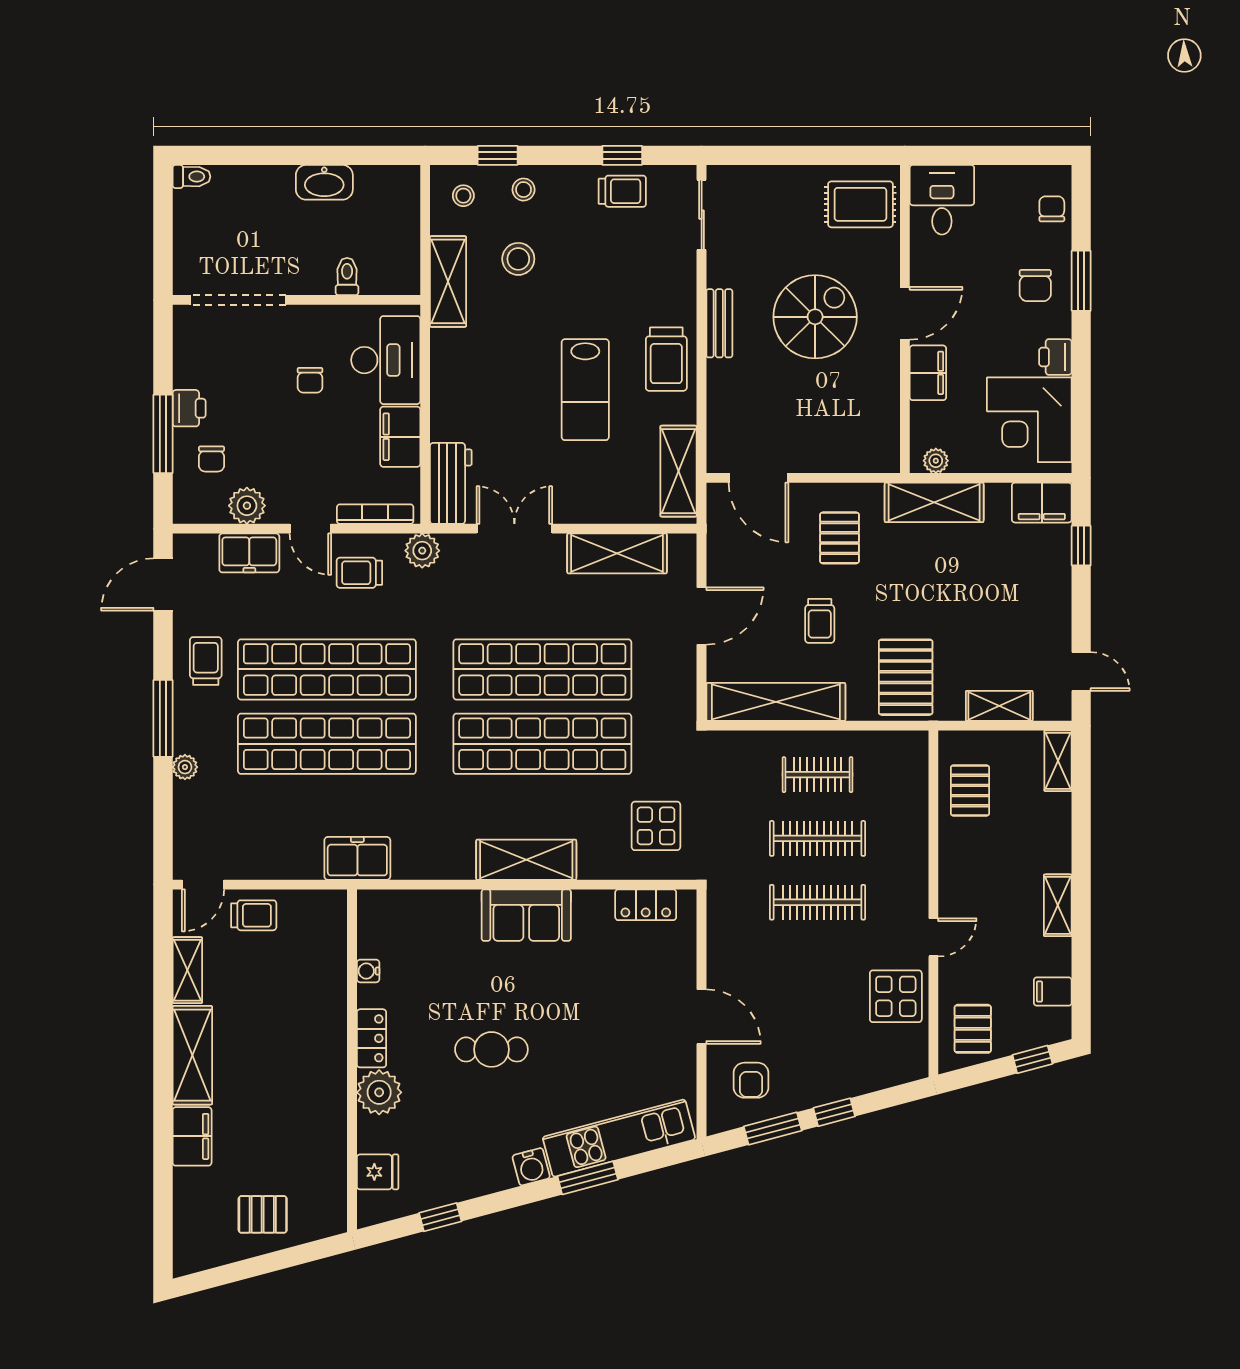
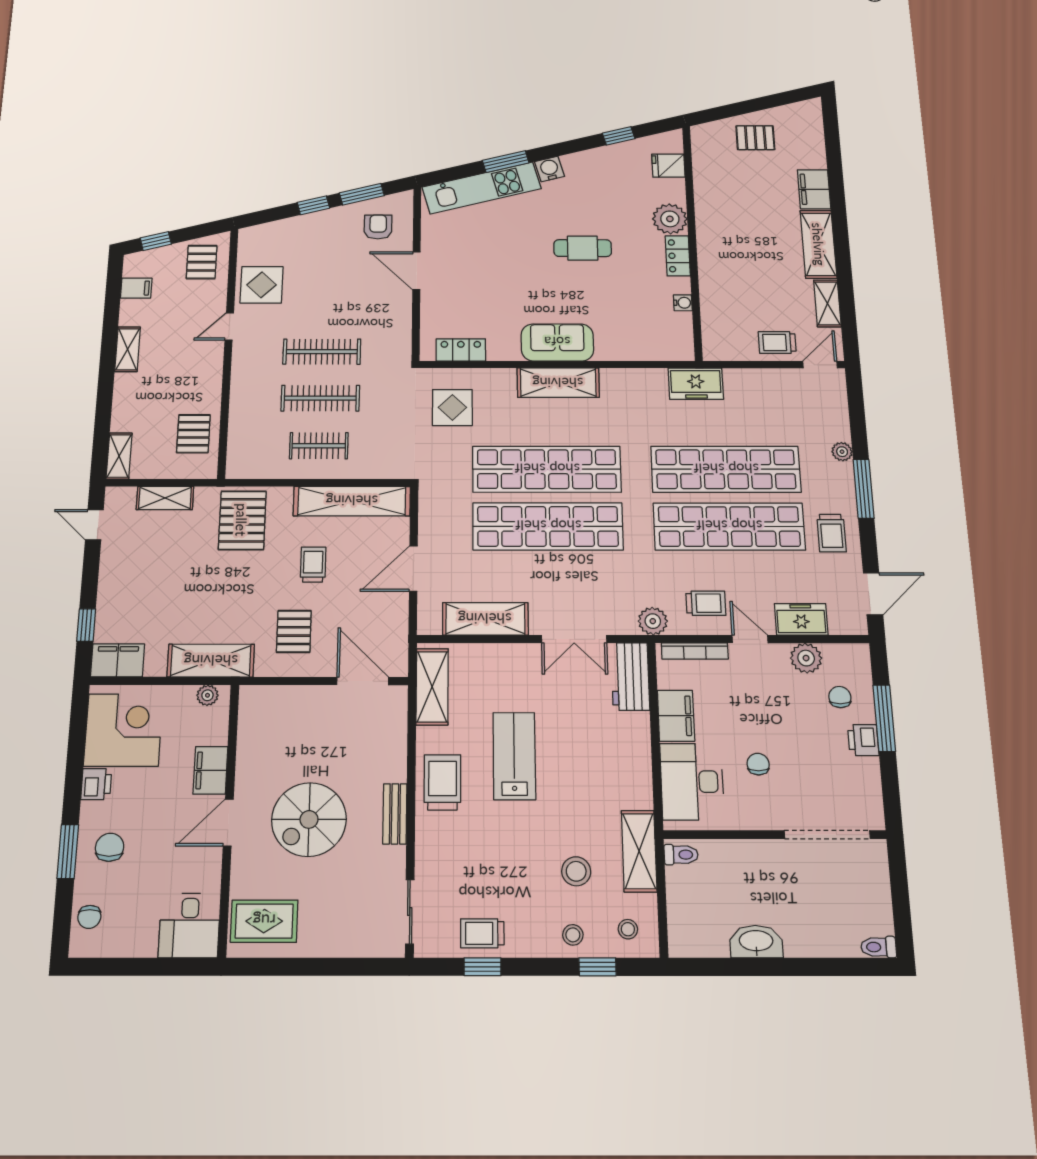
toilet: (347, 276) -> (681, 855), moved, turned -90

